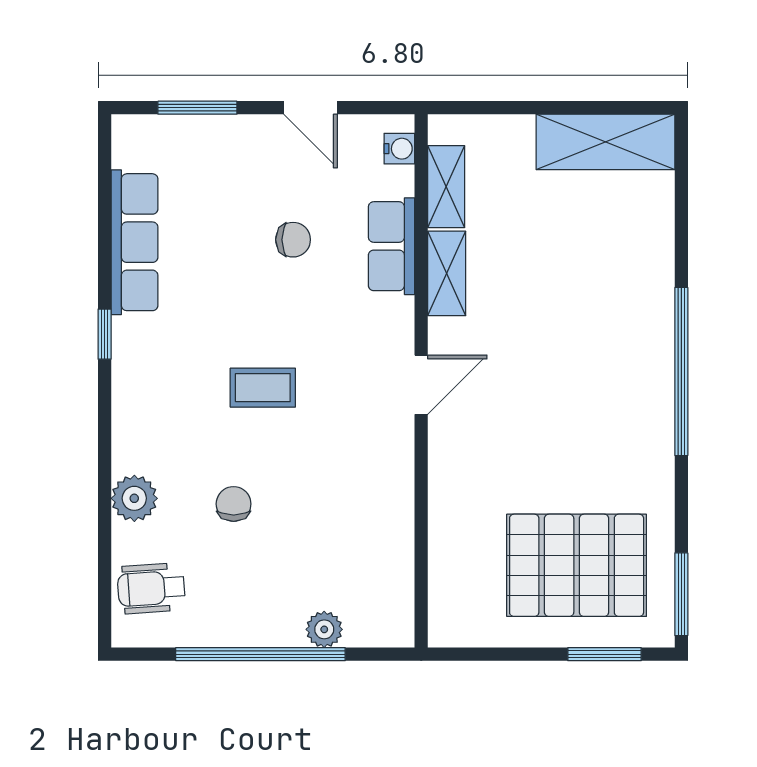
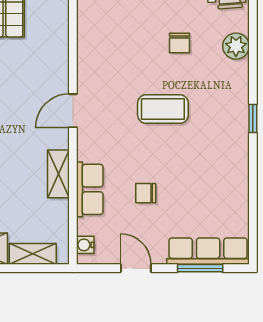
shelving: (446, 187) -> (33, 254), moved, turned 90
row of seats: (134, 242) -> (208, 251), moved, turned 90
window: (105, 334) -> (253, 119), moved
coffee table: (263, 388) -> (163, 109), width x1.36, depth x1.30

